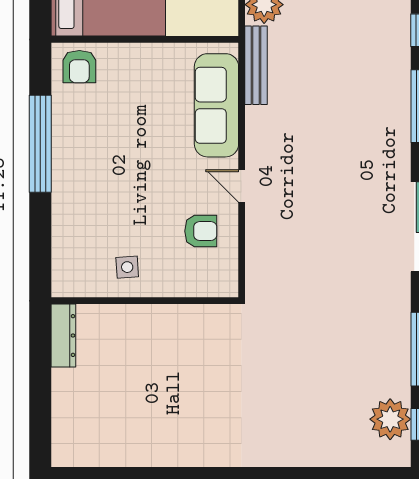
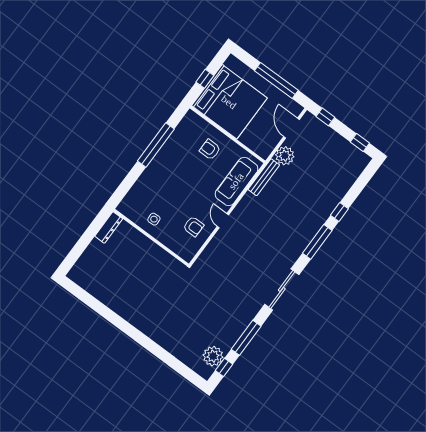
armchair: (79, 67) -> (210, 150), moved, turned 90

